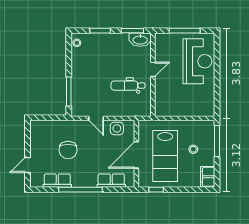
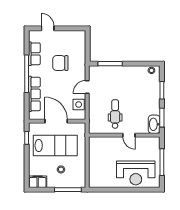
lab bench: (165, 156) -> (55, 145), turned 180
row of seats: (111, 181) -> (34, 94), width x1.48

